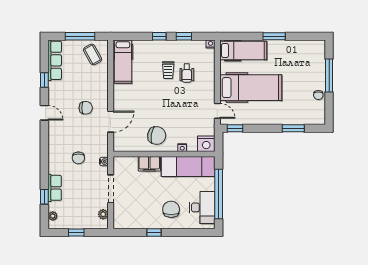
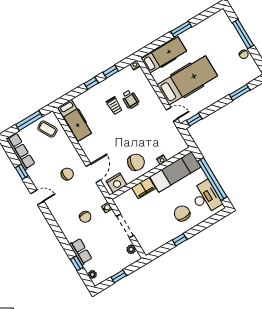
nightstand: (206, 144) -> (116, 183), moved

